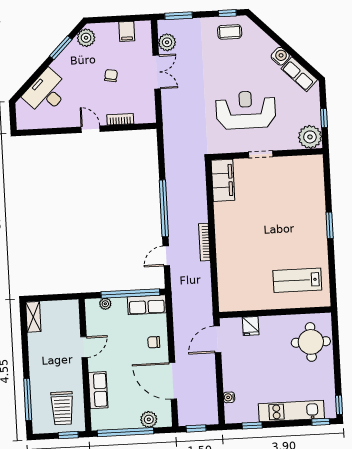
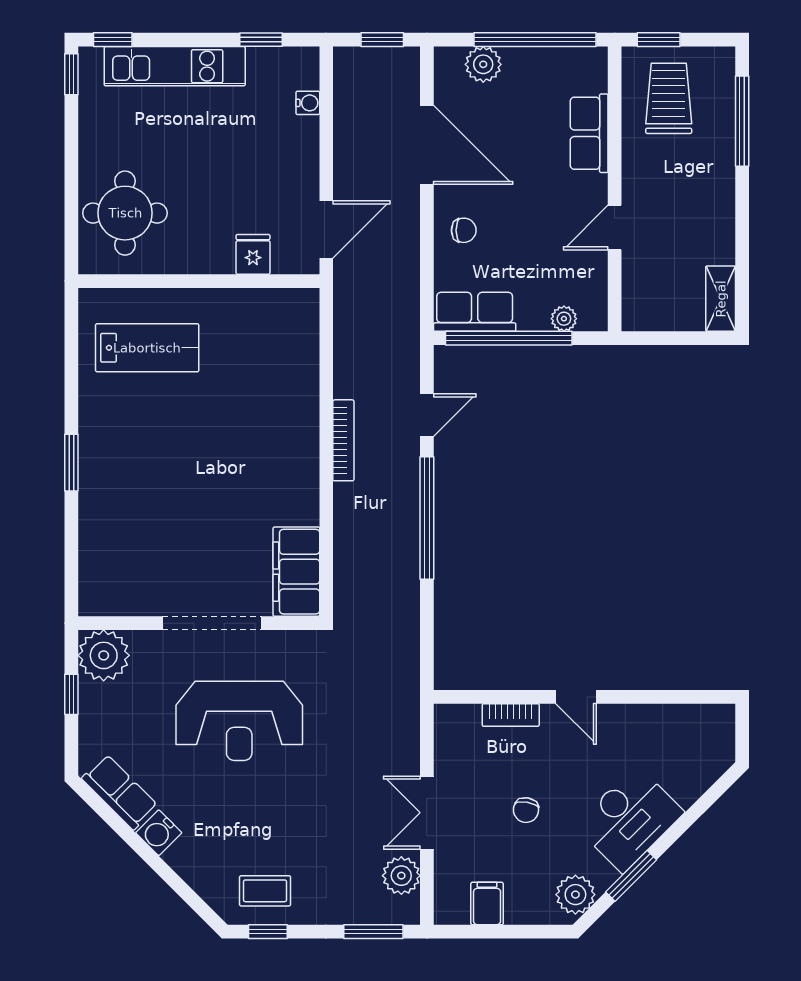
desk: (46, 92) -> (629, 819), moved
doorway: (261, 154) -> (212, 623), width x1.87

